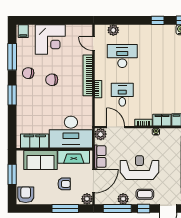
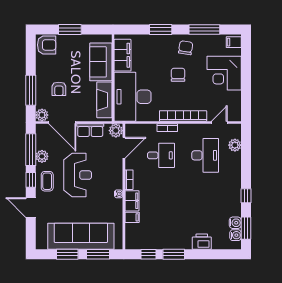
desk: (71, 132) -> (133, 97), moved
filing cabinet: (35, 141) -> (122, 55), moved
wall: (54, 149) -> (113, 78), moved
fireplace: (74, 157) -> (104, 100), moved
sofa: (41, 160) -> (101, 62), moved

